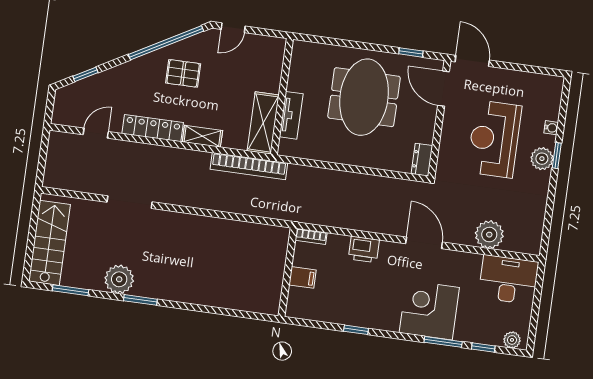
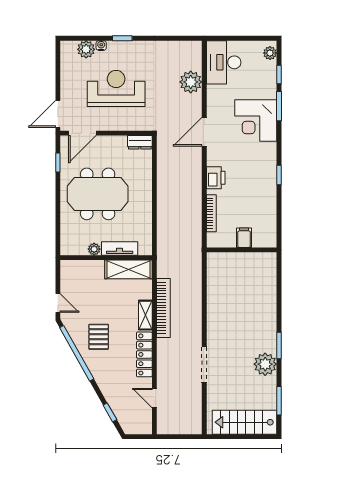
plant: (295, 83) -> (94, 249), added
reception desk: (494, 139) -> (116, 88), turned 180
plant: (542, 159) -> (86, 49), moved
bookcase: (249, 166) -> (163, 308), moved
bookcase: (311, 236) -> (211, 213), width x1.56
wall: (288, 272) -> (242, 250), moved
filing cabinet: (303, 277) -> (244, 238), moved

